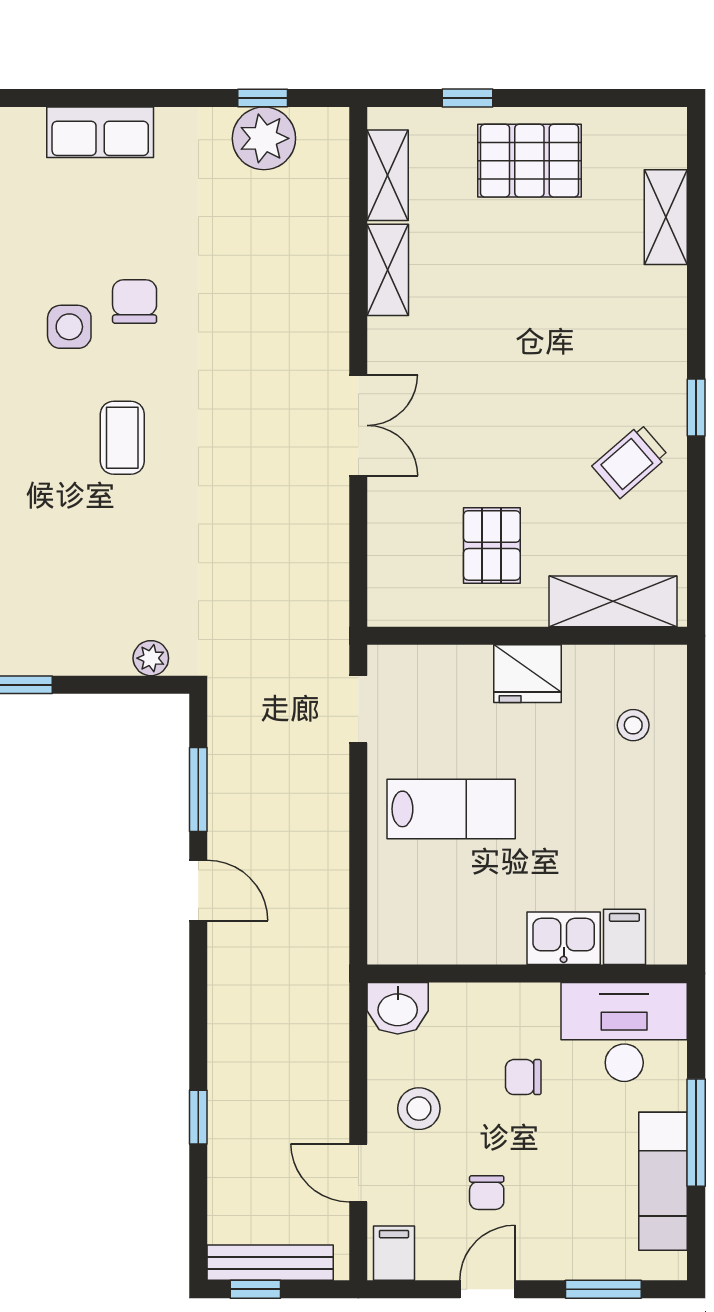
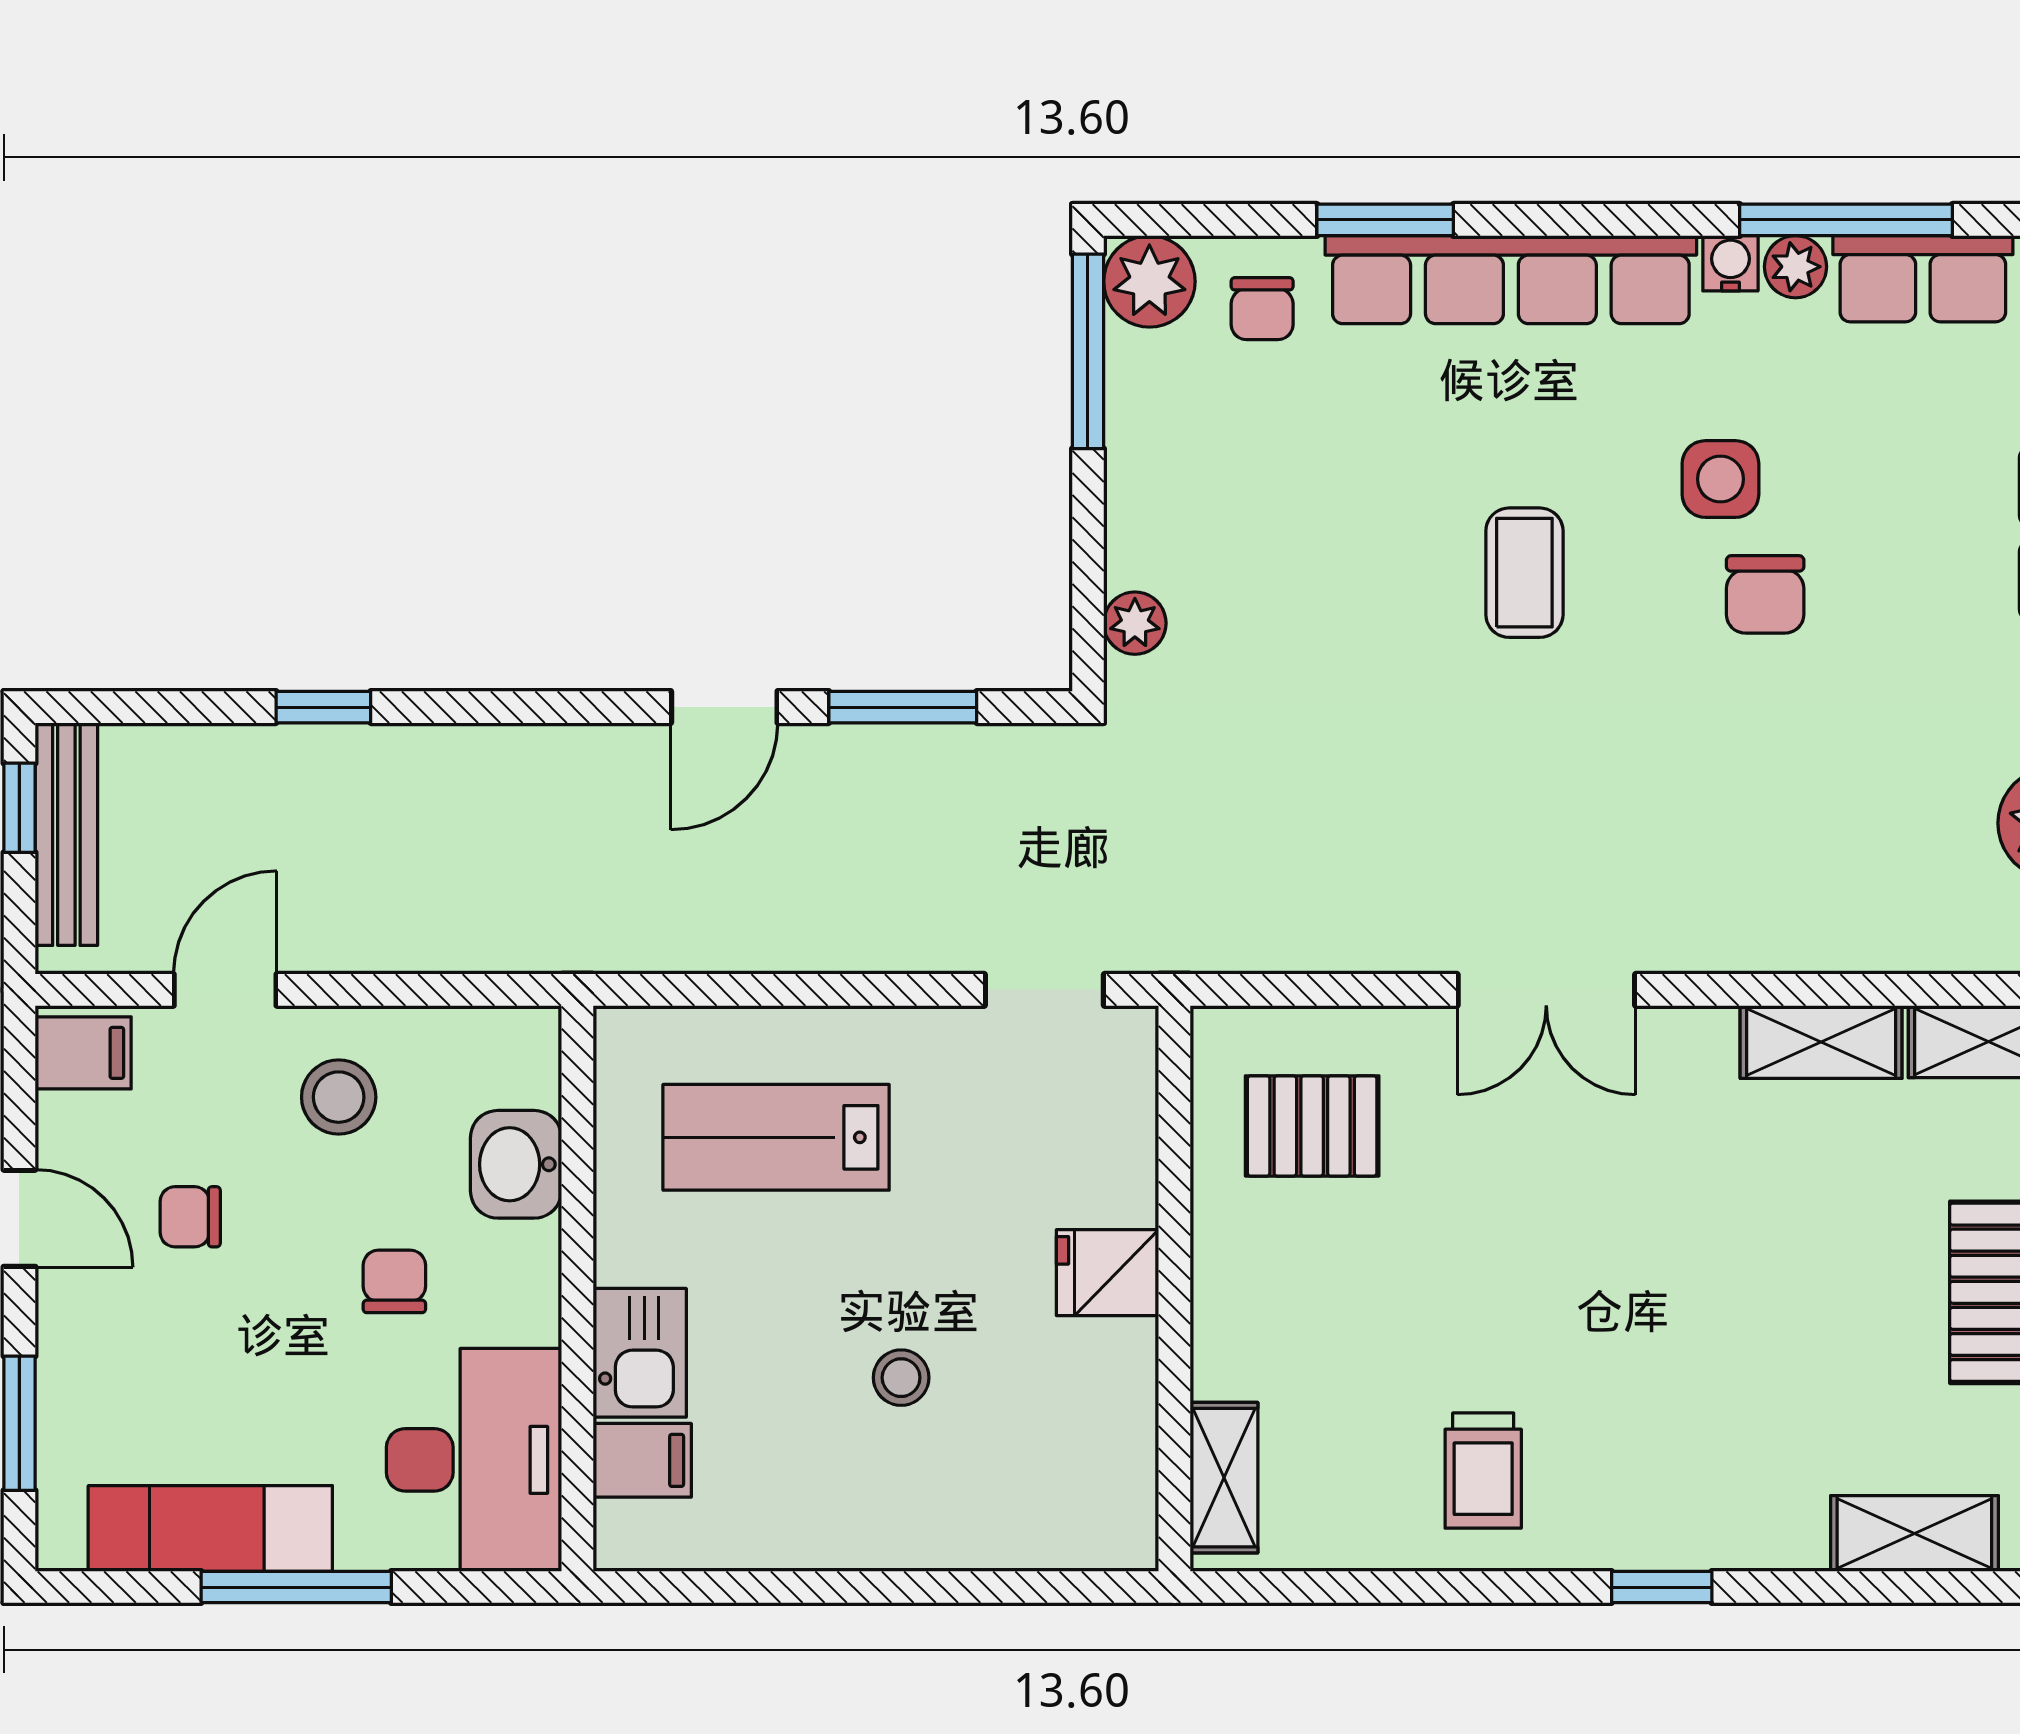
chair: (135, 302) -> (1765, 594), turned 90
window: (696, 408) -> (1662, 1587), moved
coffee table: (122, 438) -> (1524, 573), turned 90
trolley: (630, 461) -> (1483, 1471), turned -139
pallet: (492, 545) -> (1312, 1126), moved
shelving: (613, 601) -> (1224, 1478), width x0.67, depth x0.75
fridge: (528, 674) -> (1108, 1273), width x0.72
stool: (633, 725) -> (901, 1378), moved
lab bench: (451, 809) -> (776, 1137), moved, turned 90
washbasin: (398, 1008) -> (516, 1164), moved

